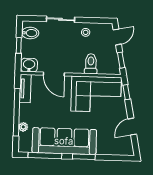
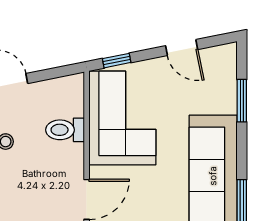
window: (121, 60) -> (56, 73), removed
window: (84, 157) -> (242, 101), moved

